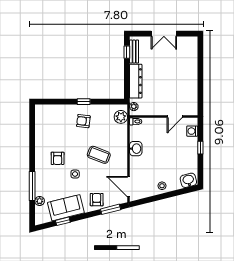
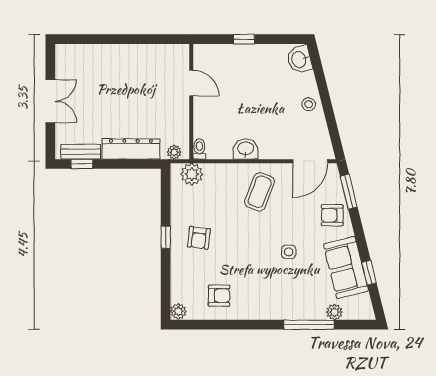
plant: (40, 109) -> (178, 311), added
washing machine: (192, 131) -> (216, 53), removed
coffee table: (99, 155) -> (260, 192), moved
armchair: (58, 158) -> (219, 296), moved

